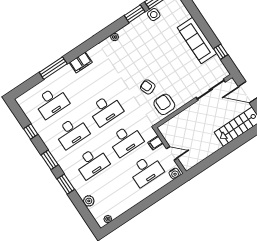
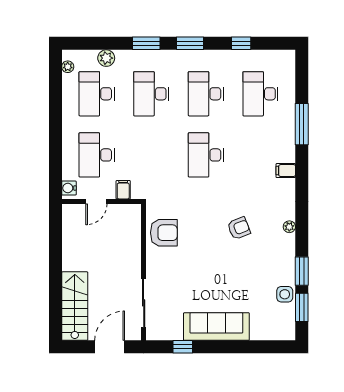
filing cabinet: (81, 62) -> (286, 171), width x0.50
armchair: (148, 87) -> (239, 228), moved
desk: (126, 140) -> (97, 94), moved

